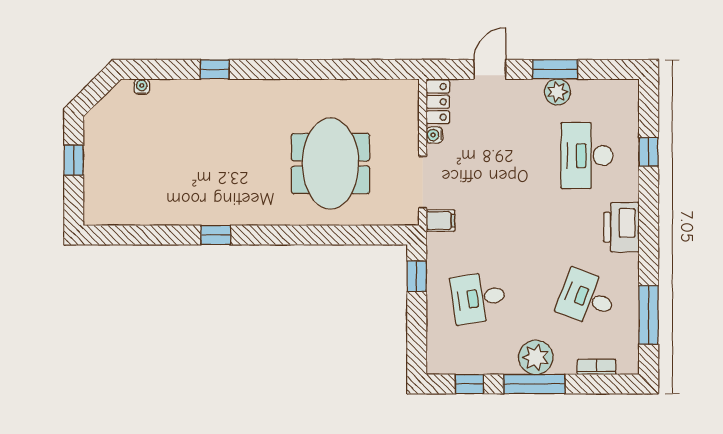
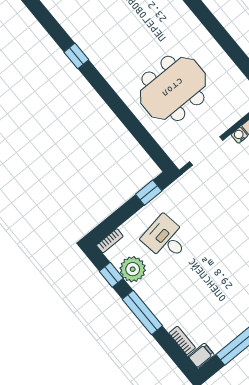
filing cabinet: (441, 221) -> (201, 356), moved, turned -90
desk: (587, 298) -> (218, 302), removed
bookcase: (433, 357) -> (110, 241), added
plant: (536, 357) -> (133, 269), moved

